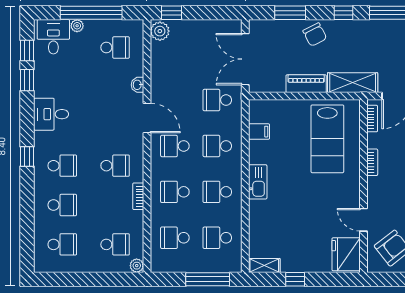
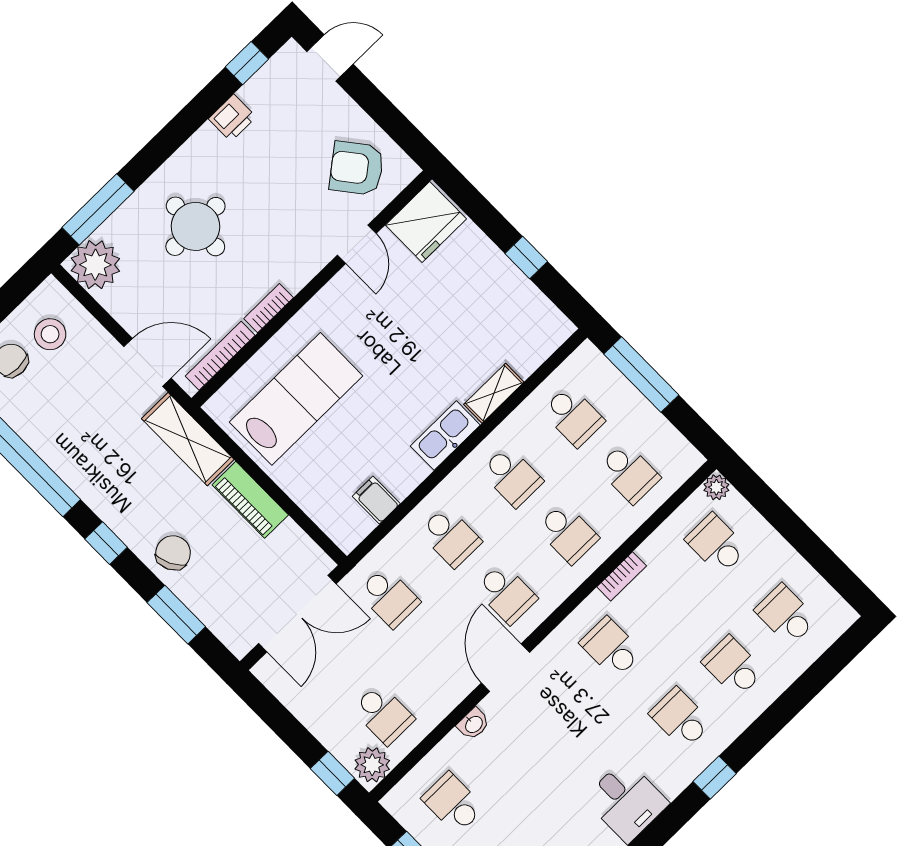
school desk: (175, 54) -> (383, 714), added
bookcase: (372, 119) -> (220, 356), width x1.56
shelving: (264, 265) -> (494, 393), moved, turned 90

